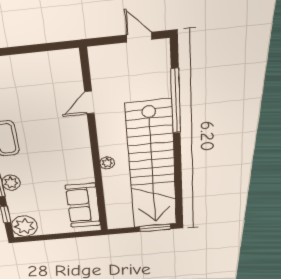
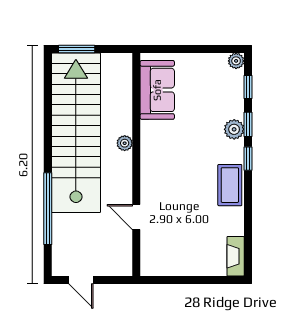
door: (89, 102) -> (136, 217), swing flipped
plant: (24, 226) -> (236, 61), width x0.53, depth x0.53

